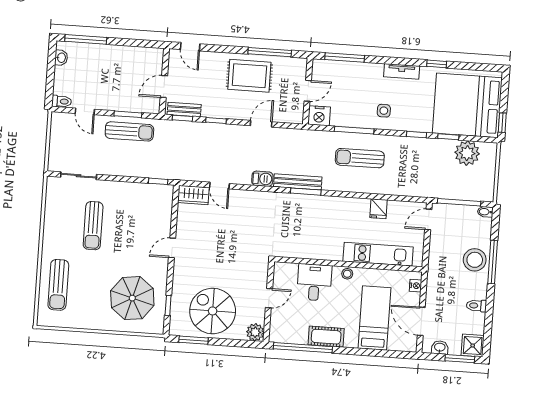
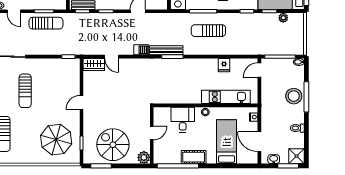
plant: (467, 153) -> (283, 18), width x0.53, depth x0.53

